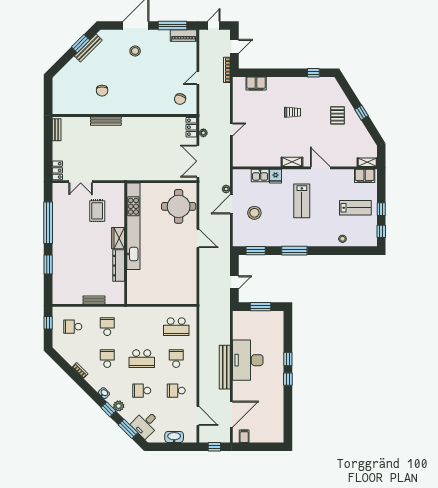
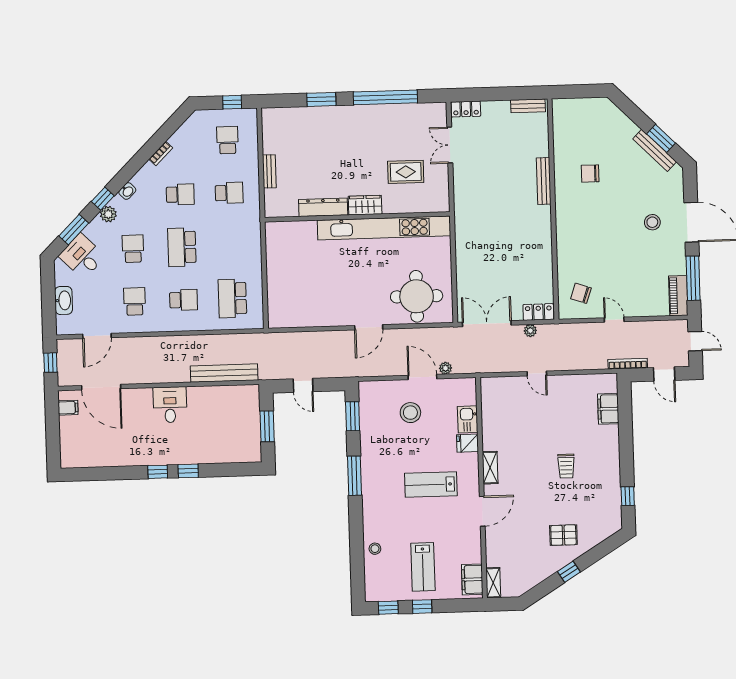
desk: (248, 360) -> (170, 405), width x0.53, depth x0.77
bench: (225, 367) -> (224, 373), moved

